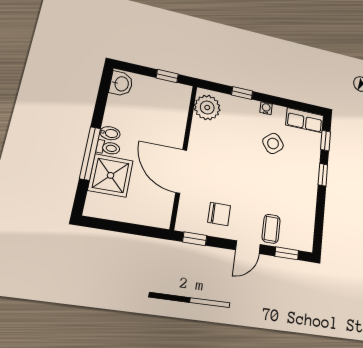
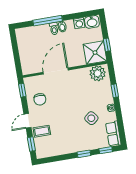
washing machine: (115, 104) -> (79, 23), added
shower: (111, 175) -> (95, 53), moved
door: (248, 247) -> (27, 121), hinge flipped

